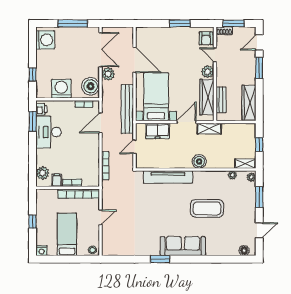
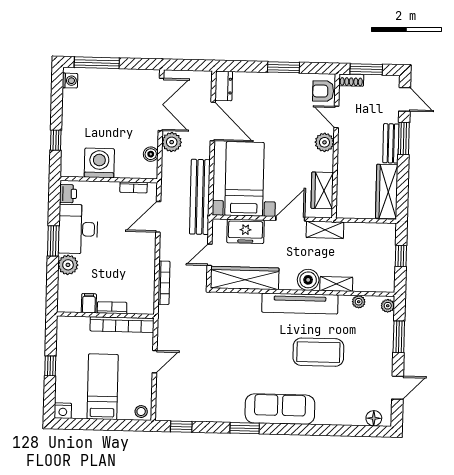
window: (73, 23) -> (97, 63), moved
dresser: (141, 37) -> (224, 86), added
armchair: (206, 38) -> (323, 91), turned 90
washing machine: (45, 40) -> (70, 81), width x0.53, depth x0.53
door: (259, 42) -> (405, 99), swing flipped
boiler: (91, 86) -> (151, 154), width x0.54, depth x0.54
wardrobe: (207, 97) -> (322, 190), width x0.67
bench: (221, 100) -> (391, 143), moved
window: (33, 121) -> (53, 241), moved
wardrobe: (158, 161) -> (245, 278), added
shelving: (245, 164) -> (336, 284), moved
plant: (43, 173) -> (68, 265), moved
tv unit: (168, 177) -> (300, 304), moved
window: (119, 259) -> (181, 427), added

